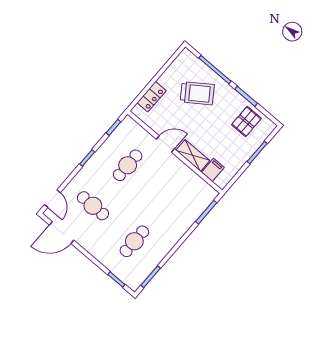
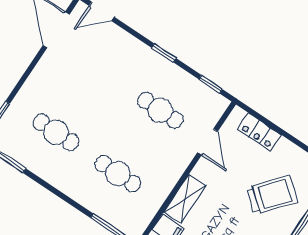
trolley: (197, 93) -> (272, 195), turned -105
door: (165, 144) -> (208, 142), moved
cafe table: (93, 206) -> (118, 174), moved, turned 90

